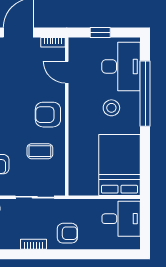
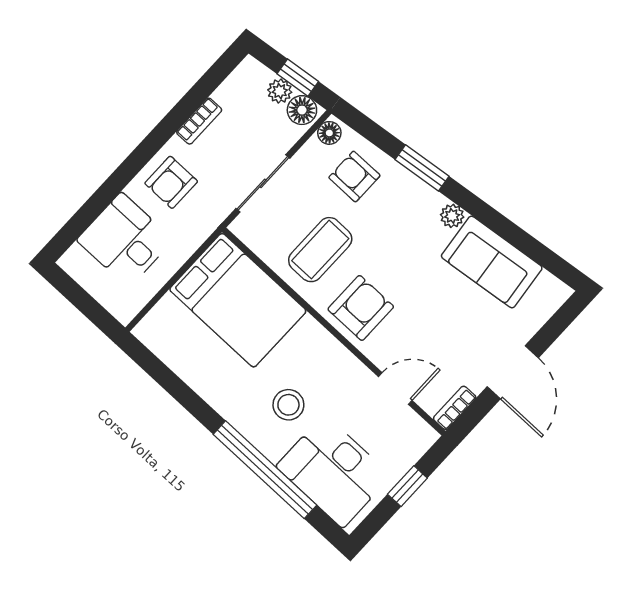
coffee table: (40, 151) -> (320, 250), width x1.36, depth x1.30
bed: (119, 165) -> (238, 300), moved
desk: (121, 219) -> (125, 240), moved, turned 90

